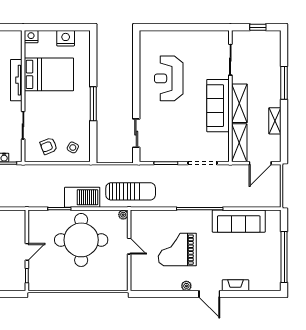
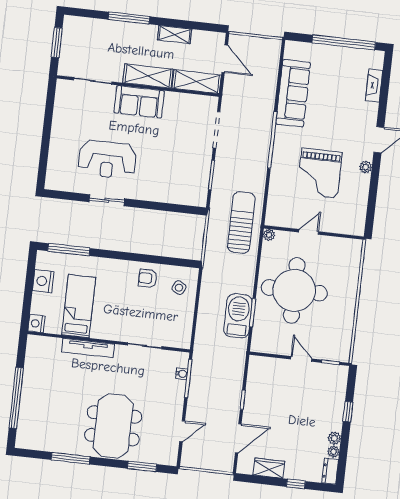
window: (258, 27) -> (57, 43), width x1.50
bed: (49, 74) -> (79, 306), width x0.67
window: (93, 104) -> (69, 250), moved
sofa: (218, 106) -> (139, 102), width x0.73
sliding door: (136, 133) -> (107, 200), moved
armchair: (49, 146) -> (148, 278), moved, turned 112
barbecue: (82, 197) -> (238, 316), moved
fireplace: (235, 285) -> (374, 86), moved

